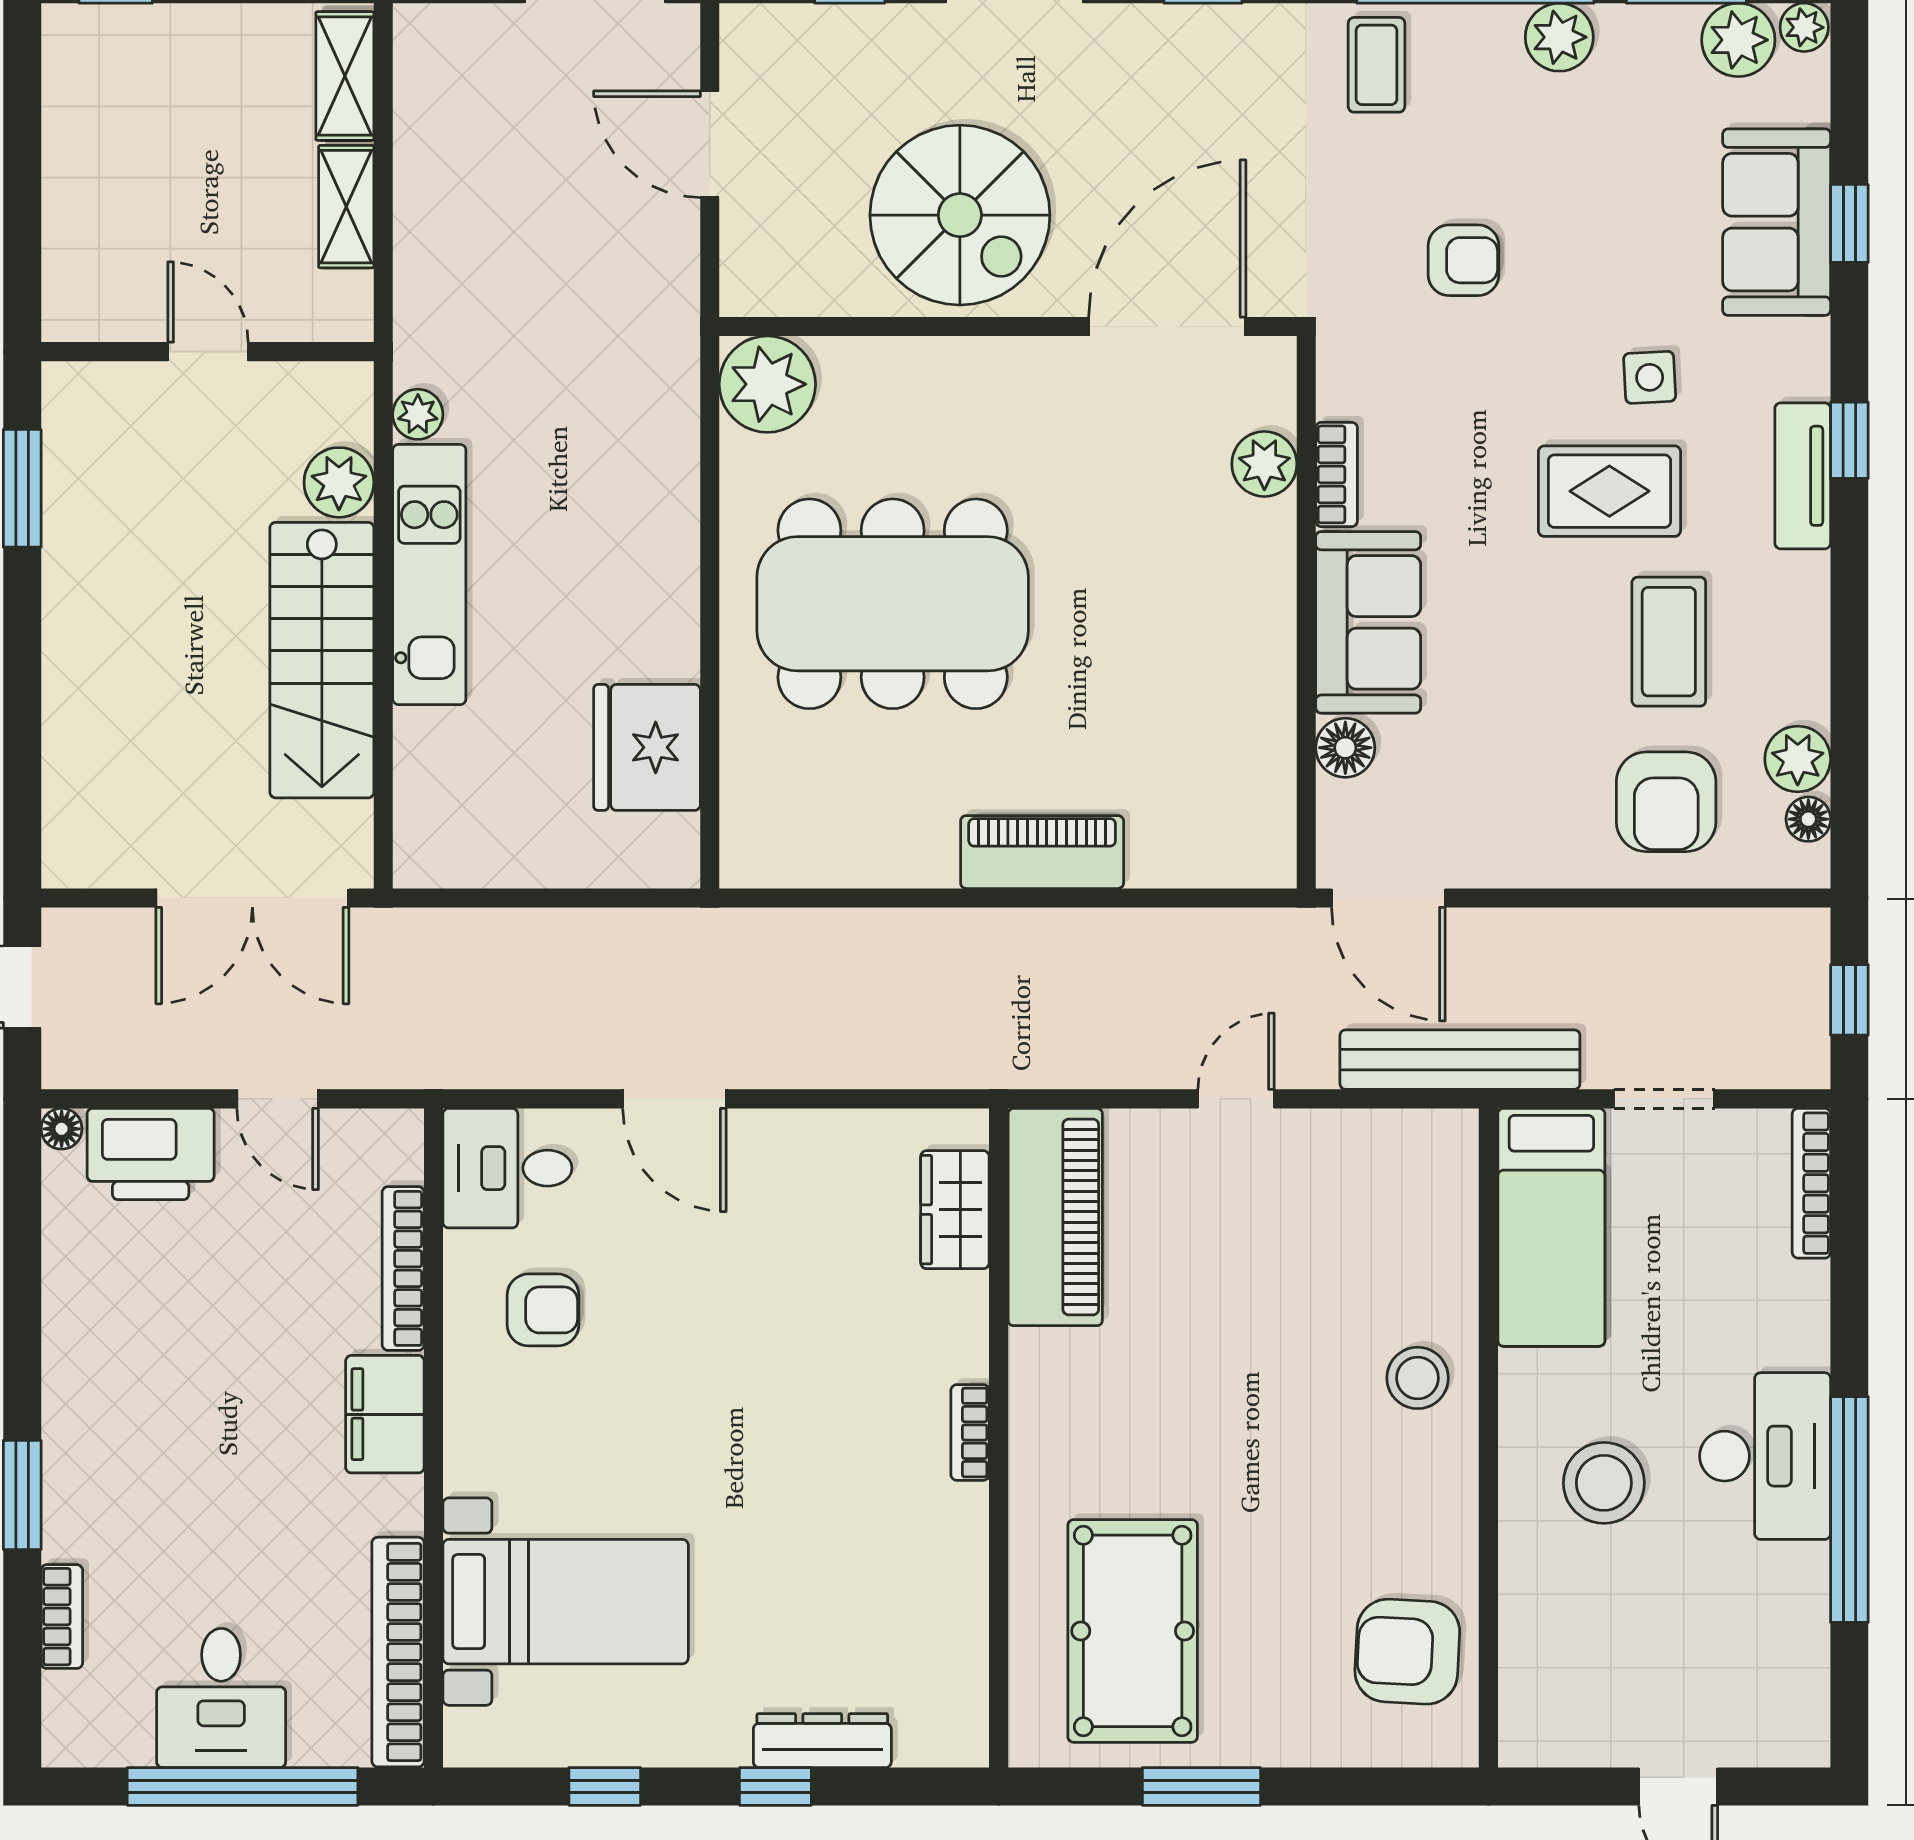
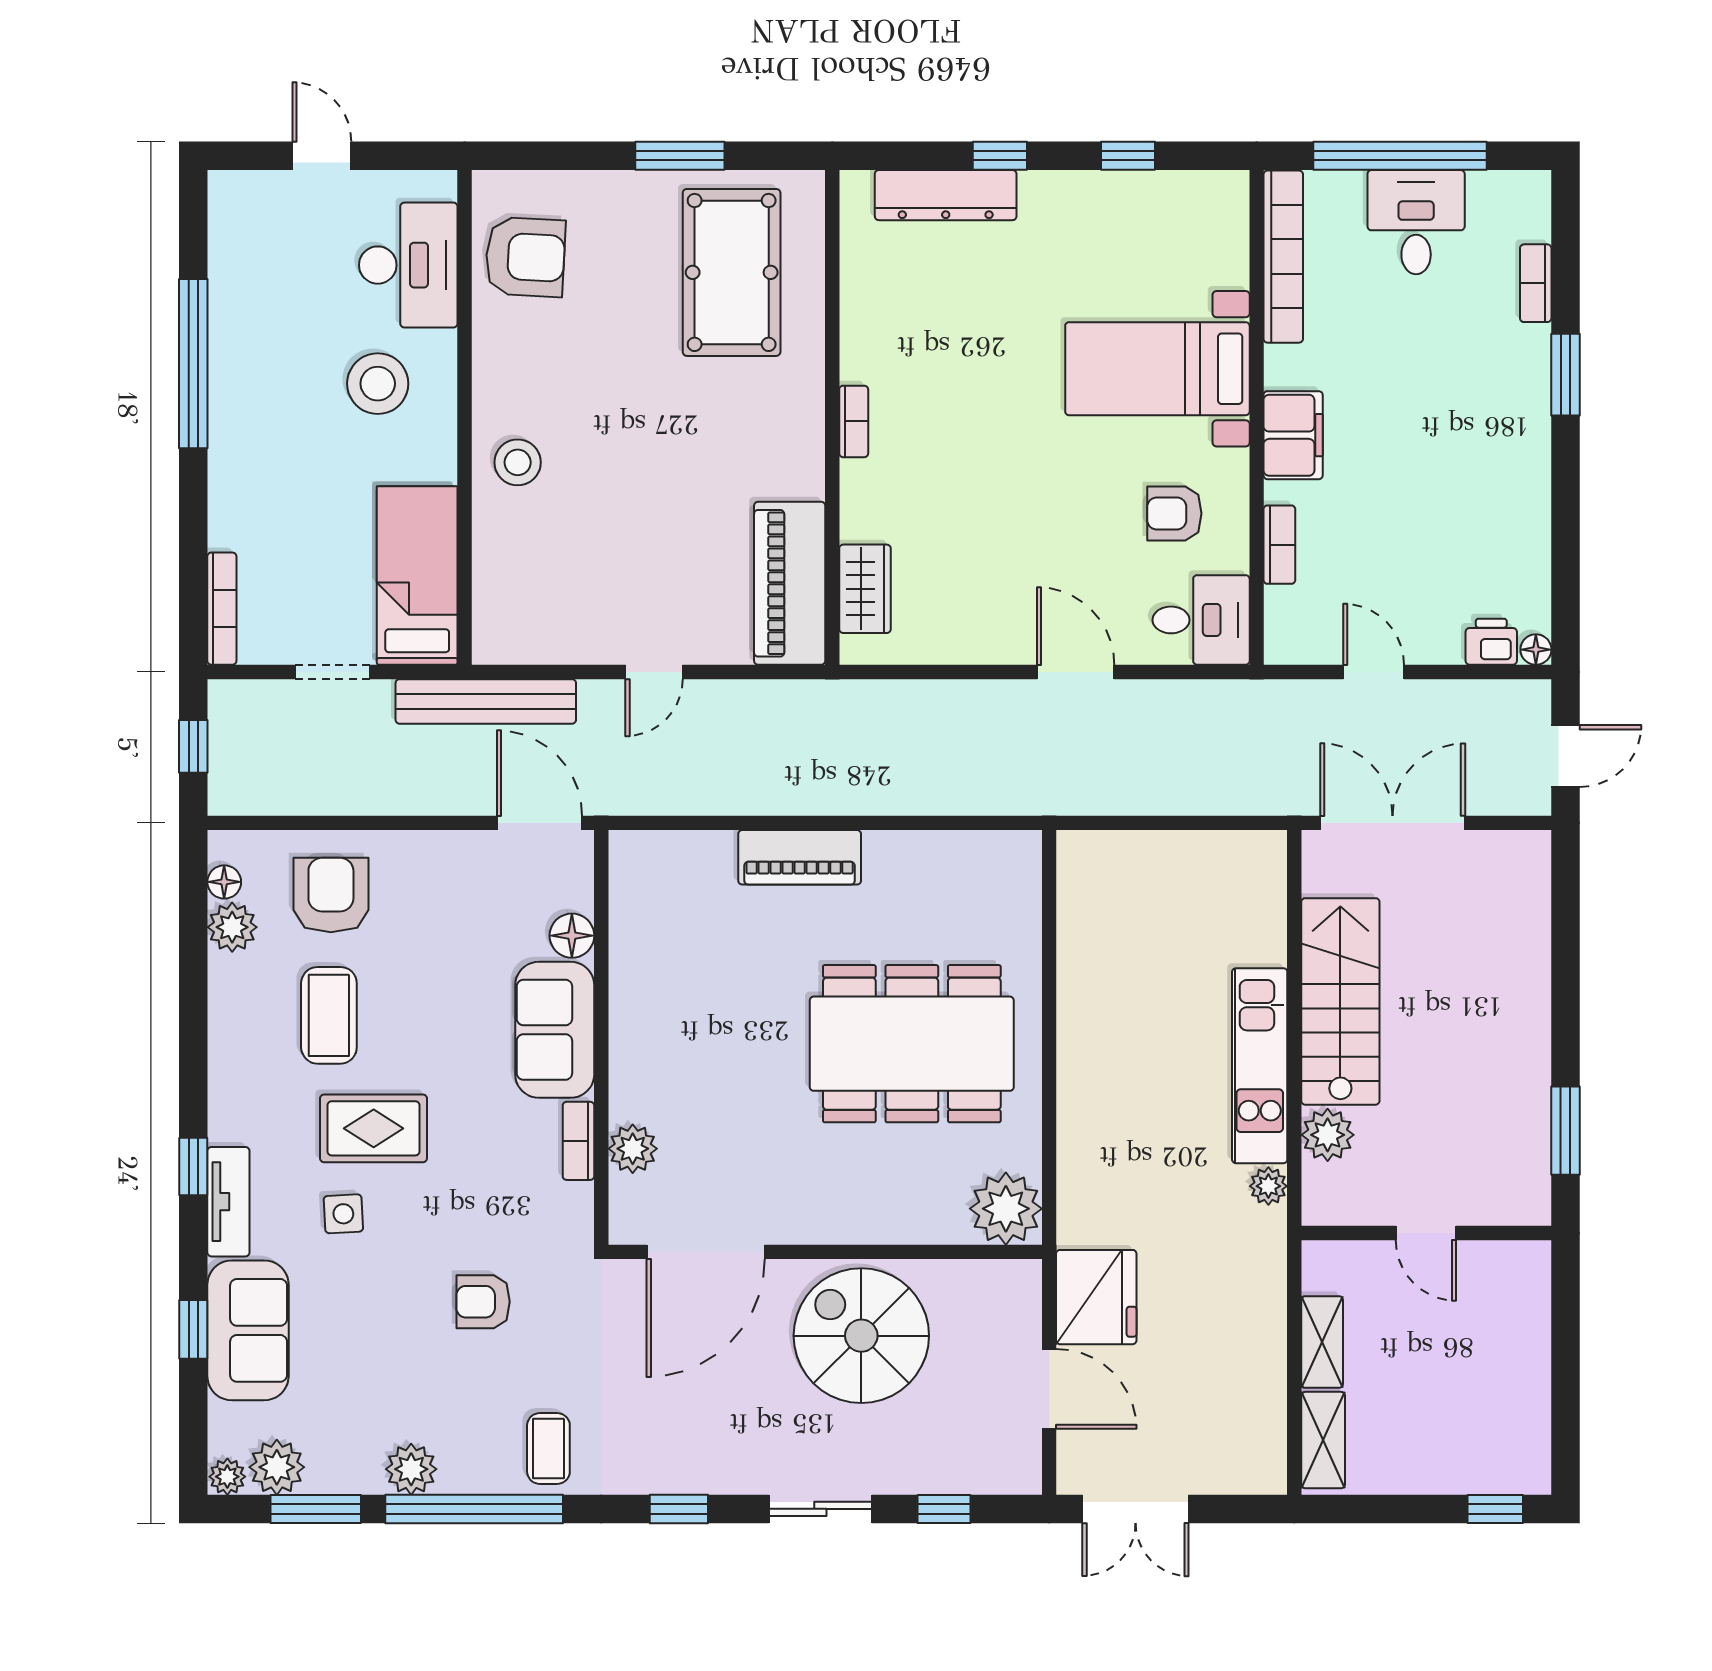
tv unit: (1803, 476) -> (228, 1202), moved
fridge: (647, 747) -> (1096, 1297), moved
printer: (151, 1154) -> (1491, 642), width x0.53, depth x0.68
bookcase: (403, 1268) -> (1279, 545), width x0.64
desk: (1765, 1456) -> (408, 265), moved, turned 180
bed with nightstands: (566, 1602) -> (1157, 369), moved
dresser: (822, 1741) -> (946, 195), width x1.37, depth x1.24

